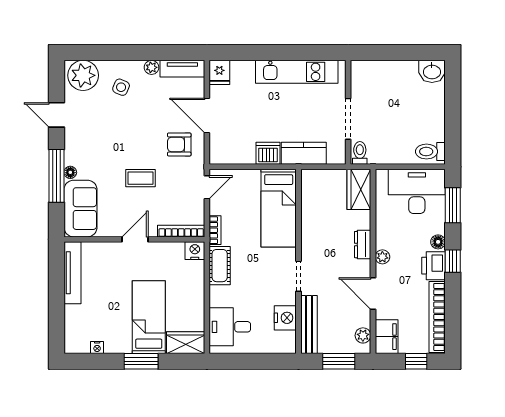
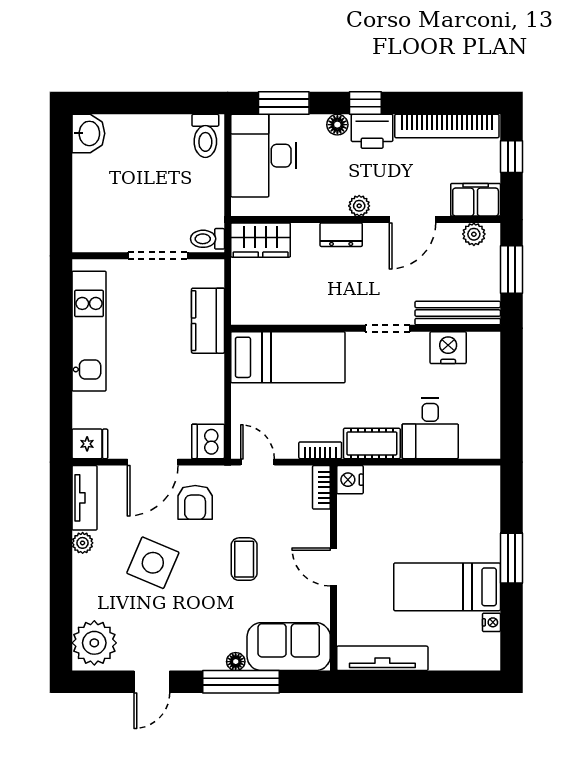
side table: (121, 87) -> (153, 563), moved, width x1.87, depth x1.87
dishwasher: (268, 153) -> (208, 441), moved
bookcase: (181, 231) -> (321, 487), width x0.64
bed: (149, 317) -> (447, 587), moved
desk: (230, 327) -> (430, 429), moved
wardrobe: (186, 343) -> (484, 493), removed

